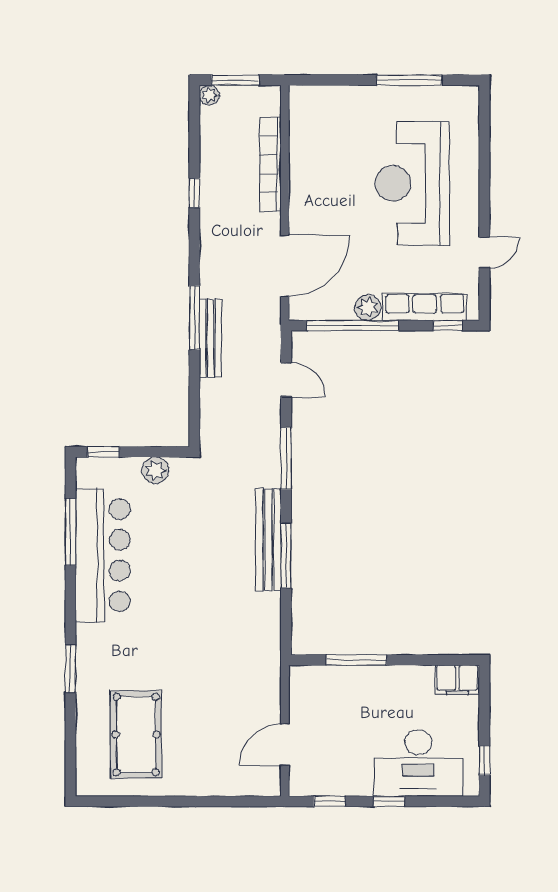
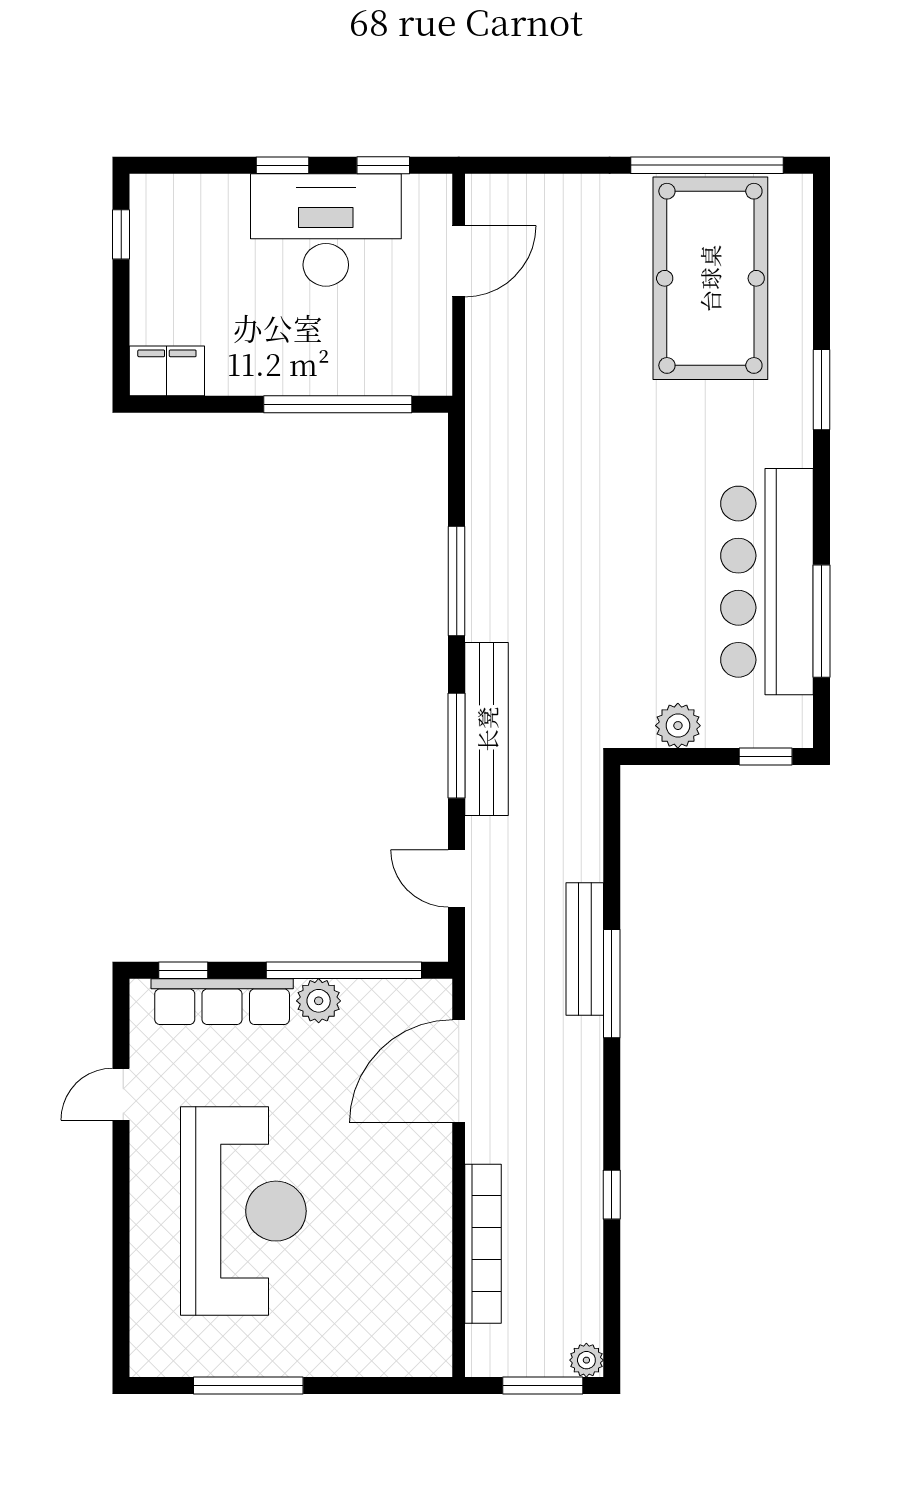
bench: (268, 540) -> (487, 729), moved
window: (356, 660) -> (338, 404), width x1.46
pool table: (136, 734) -> (710, 278), width x1.36, depth x1.32
desk: (418, 763) -> (326, 230), moved
window: (138, 801) -> (707, 165), added

